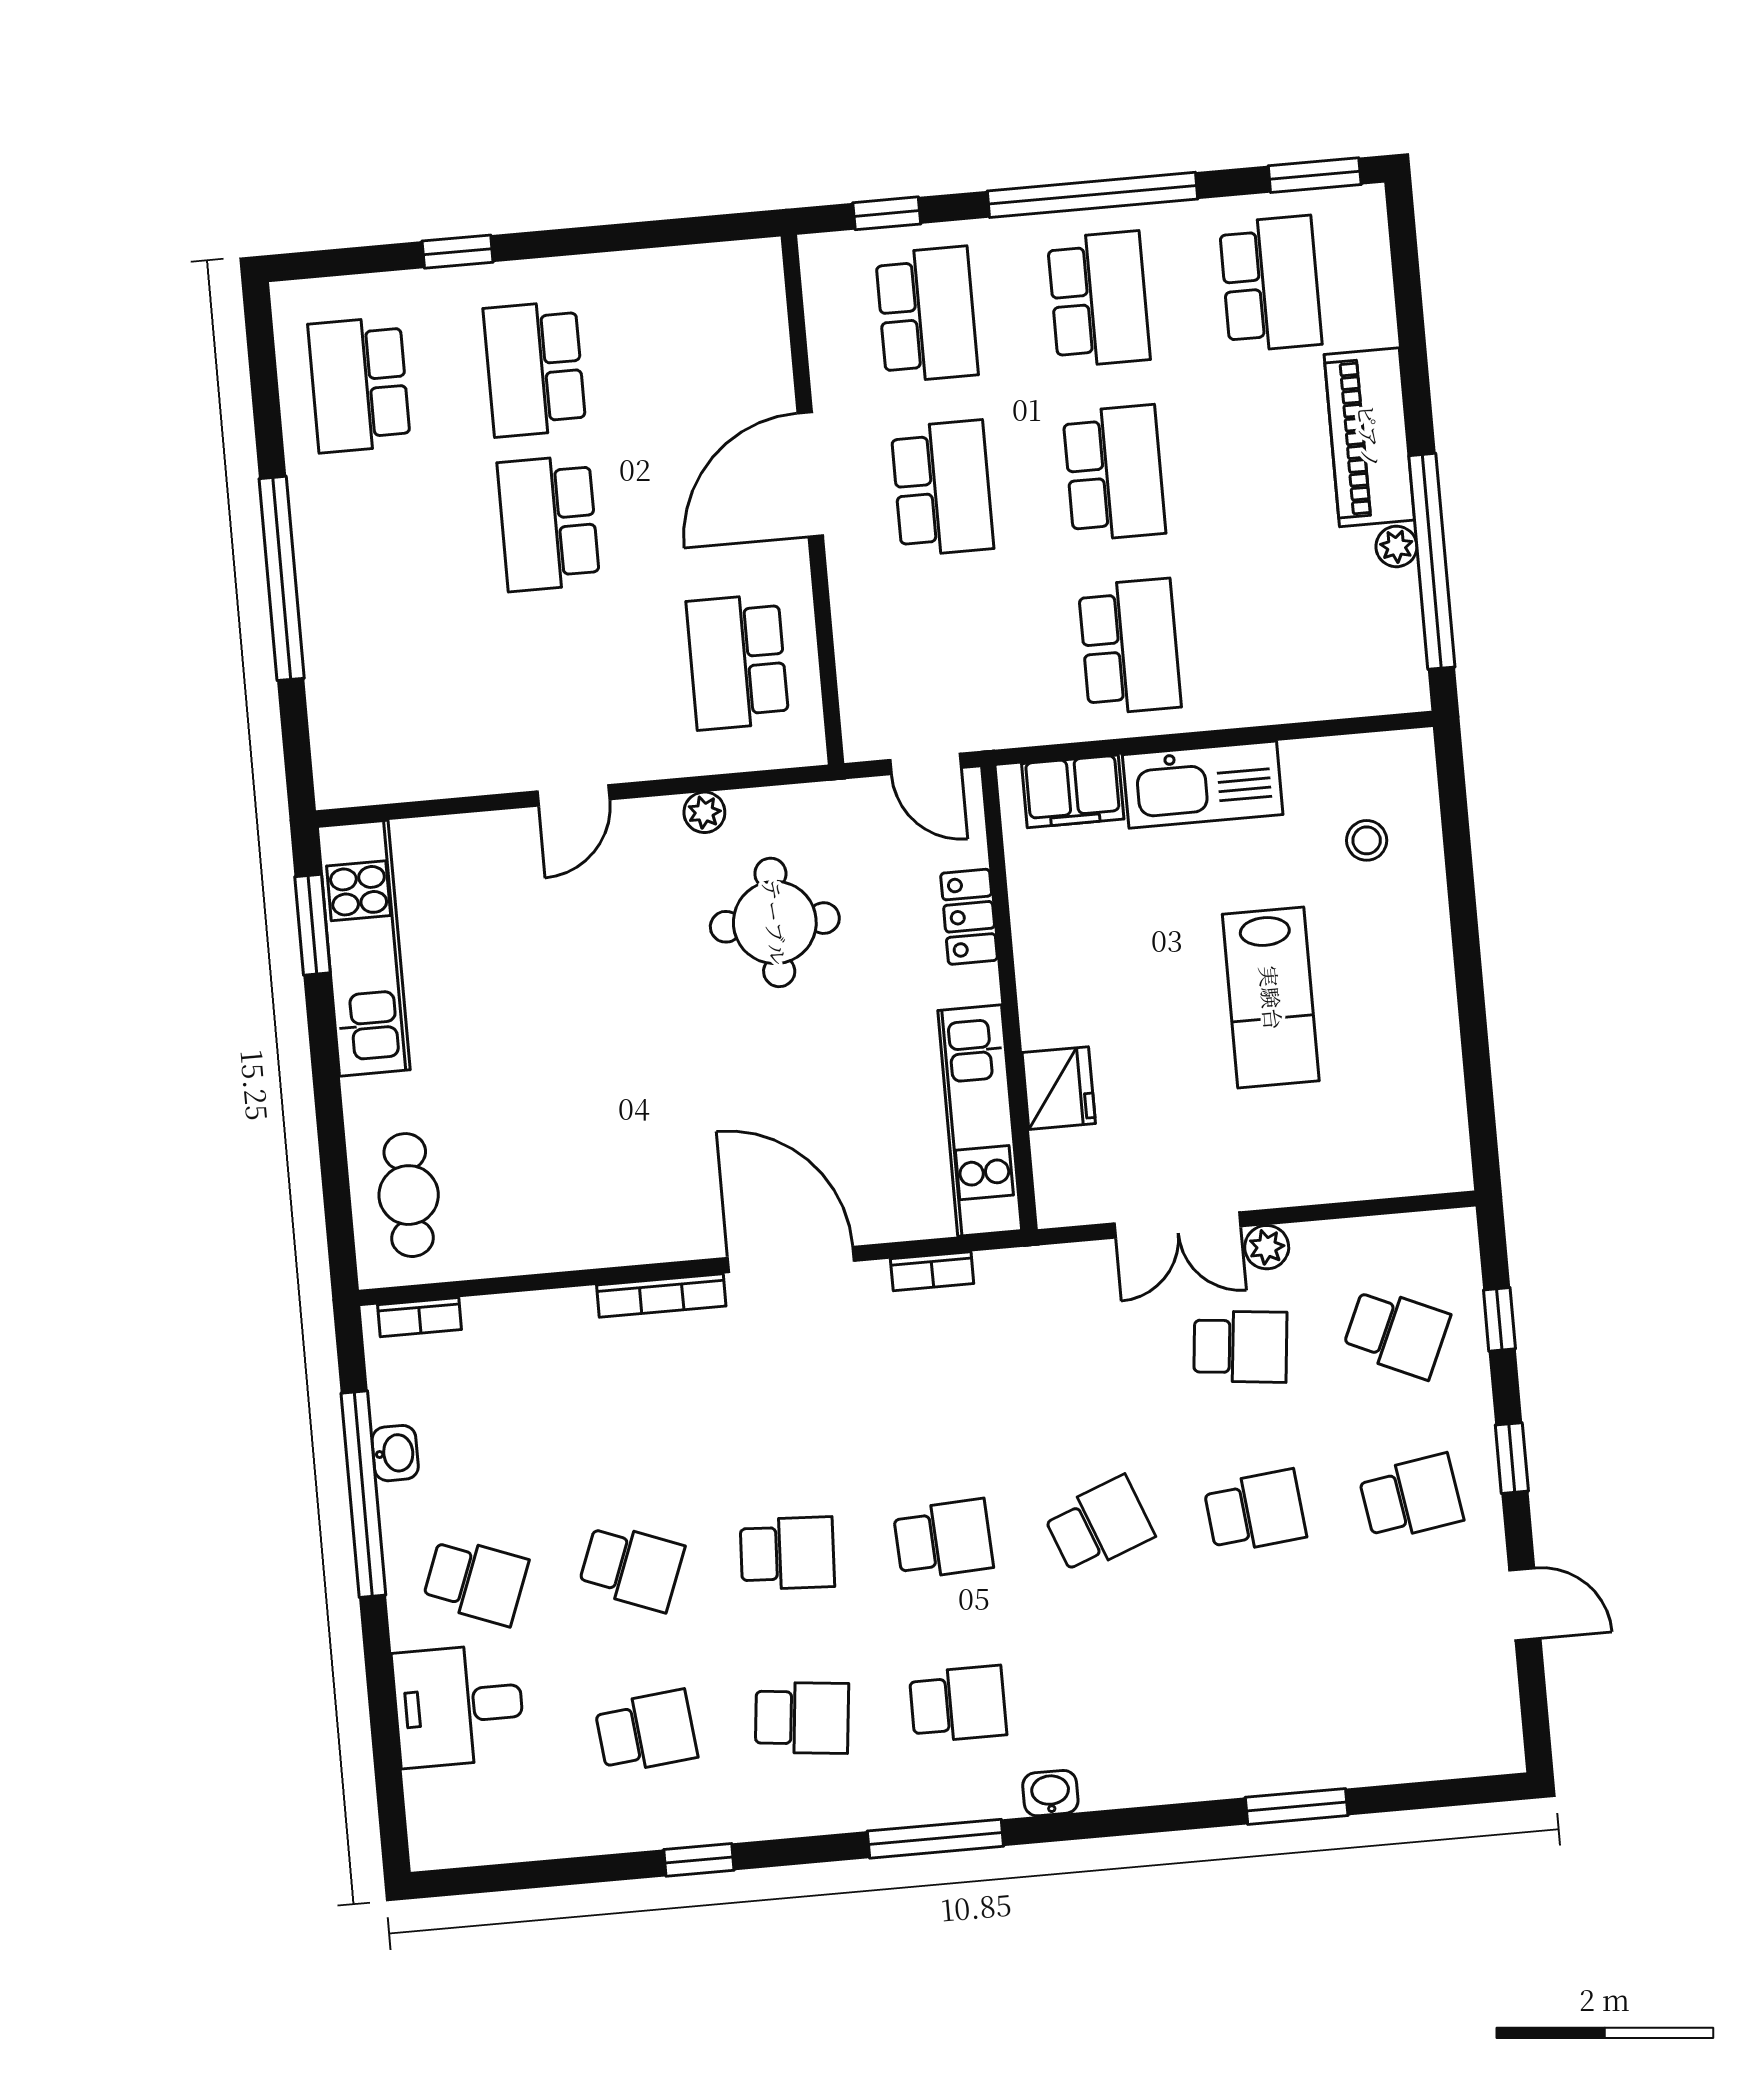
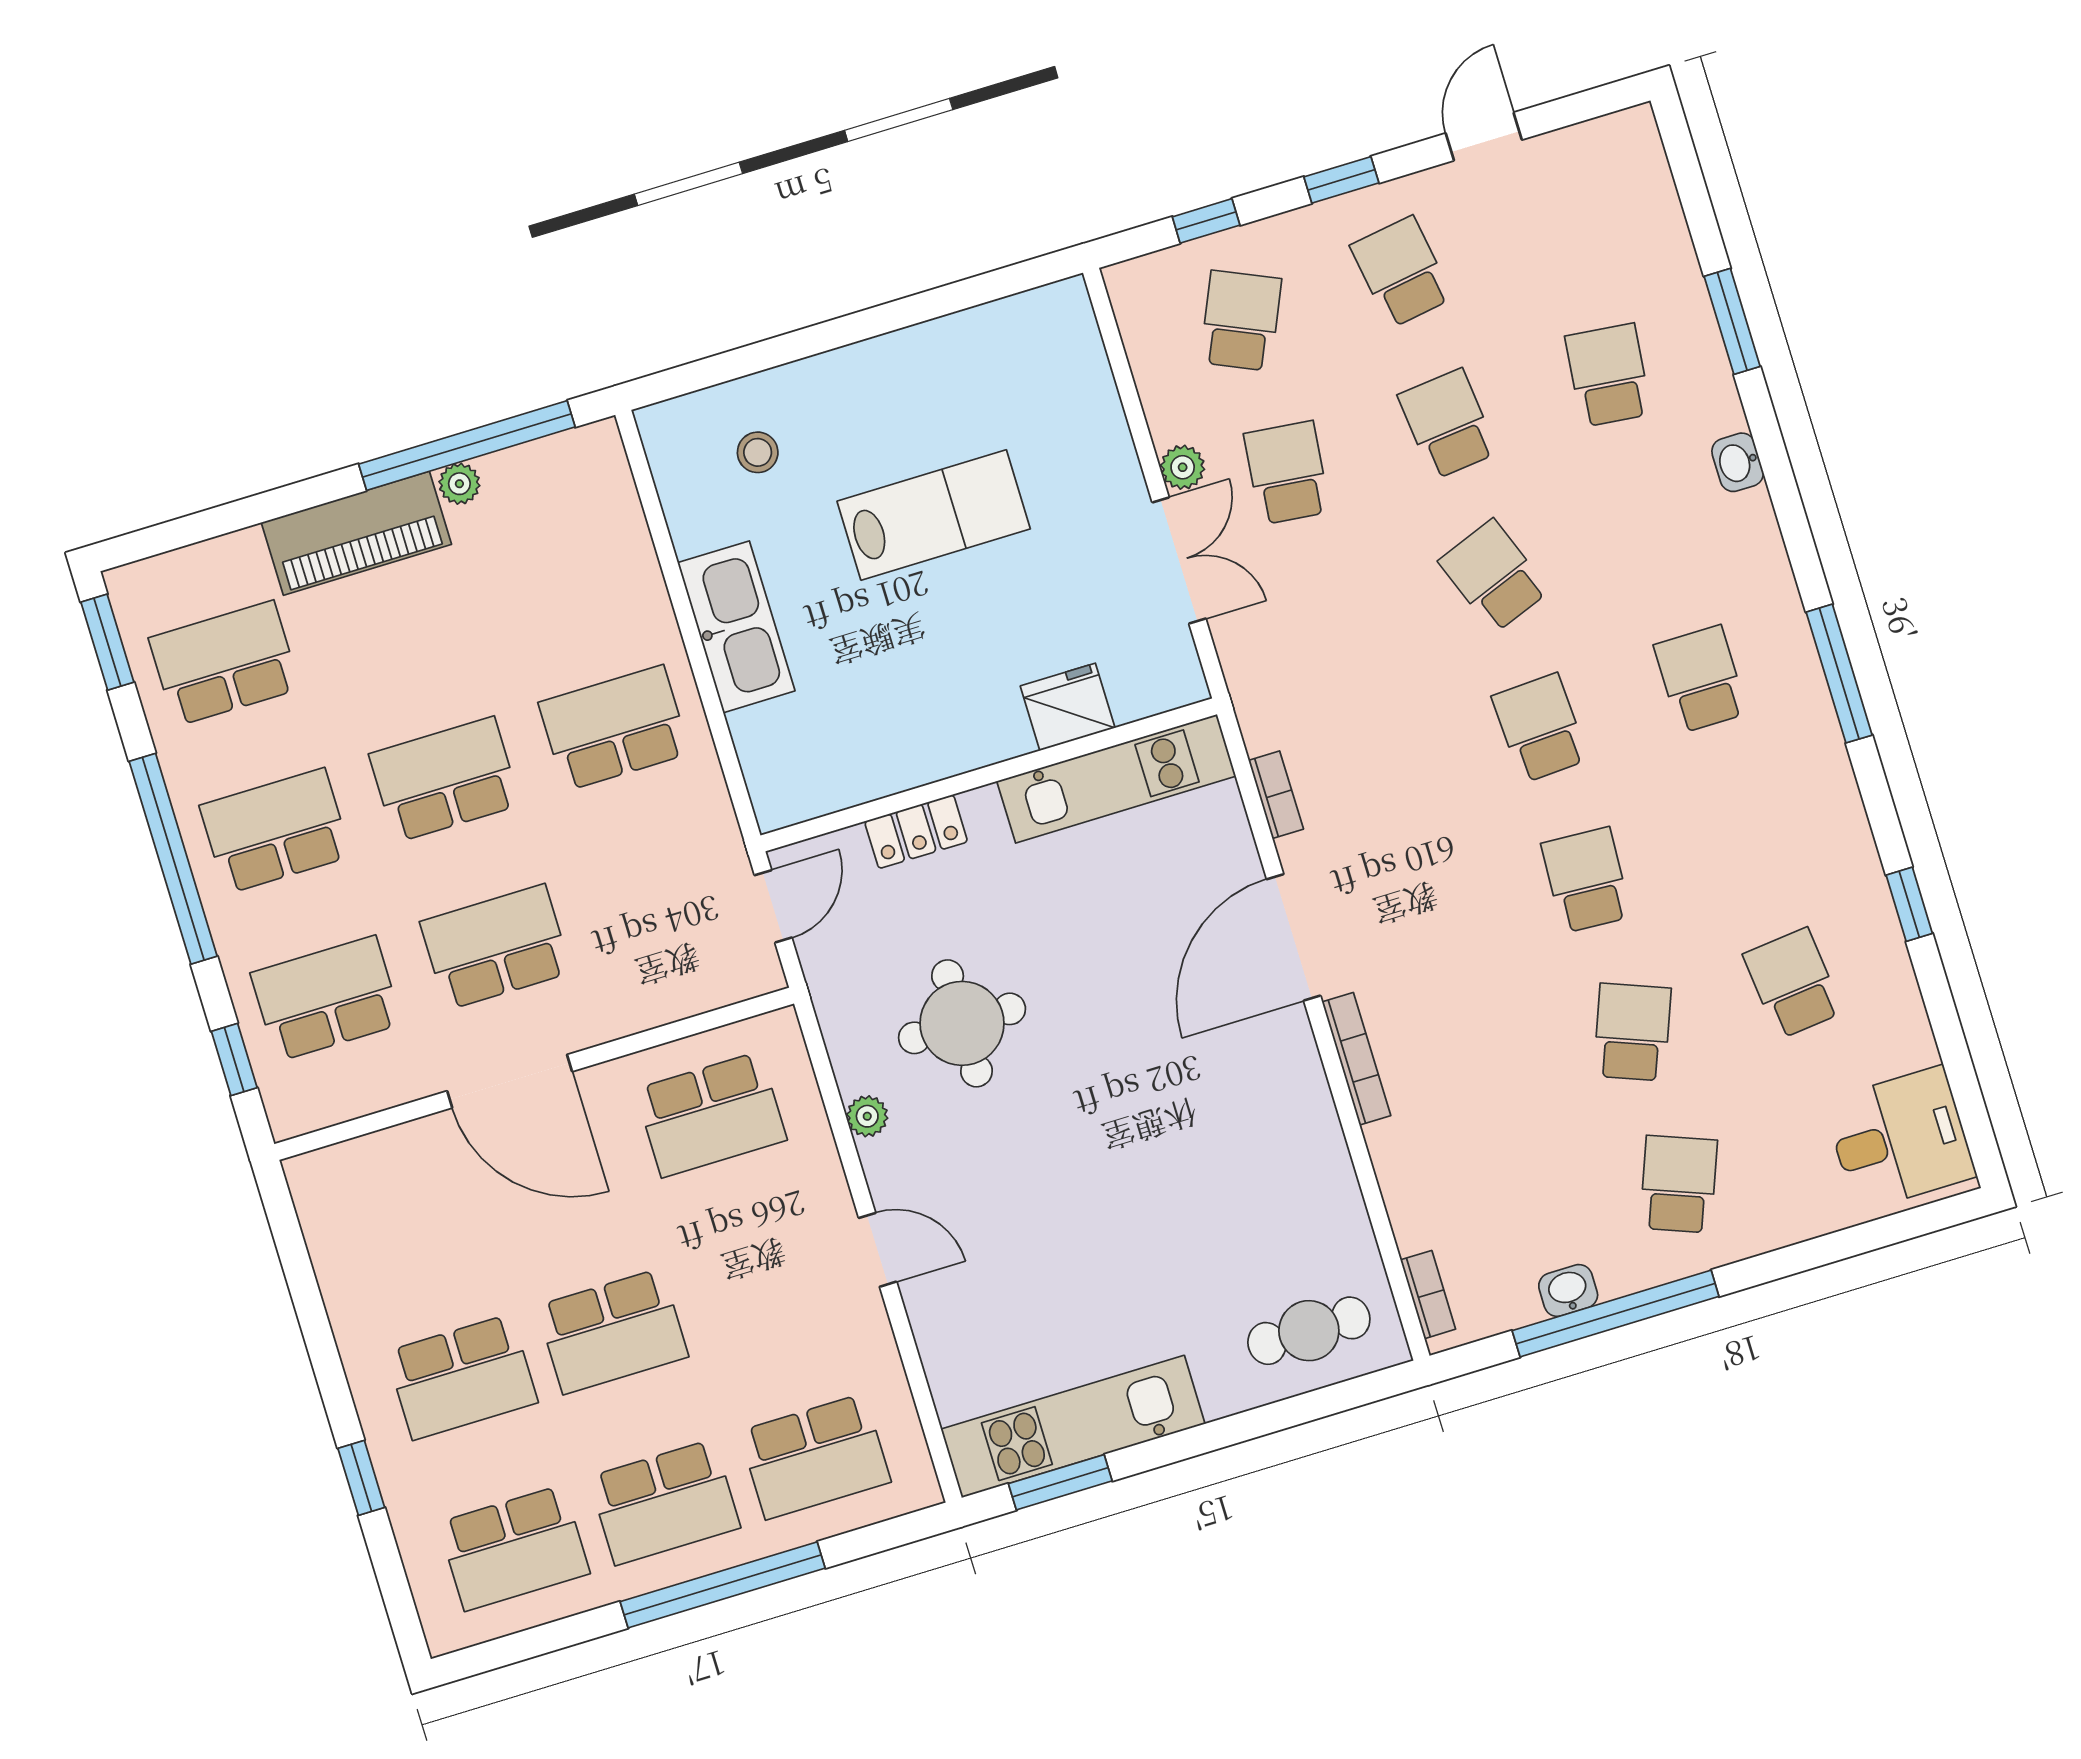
school desk: (373, 539) -> (664, 1502), added
school desk: (387, 693) -> (815, 1457), added
filing cabinet: (1073, 791) -> (770, 755), removed
desk: (459, 1706) -> (1900, 1139), moved, turned -90
school desk: (802, 1718) -> (1608, 375), moved
washbasin: (1050, 1793) -> (1738, 462), moved

